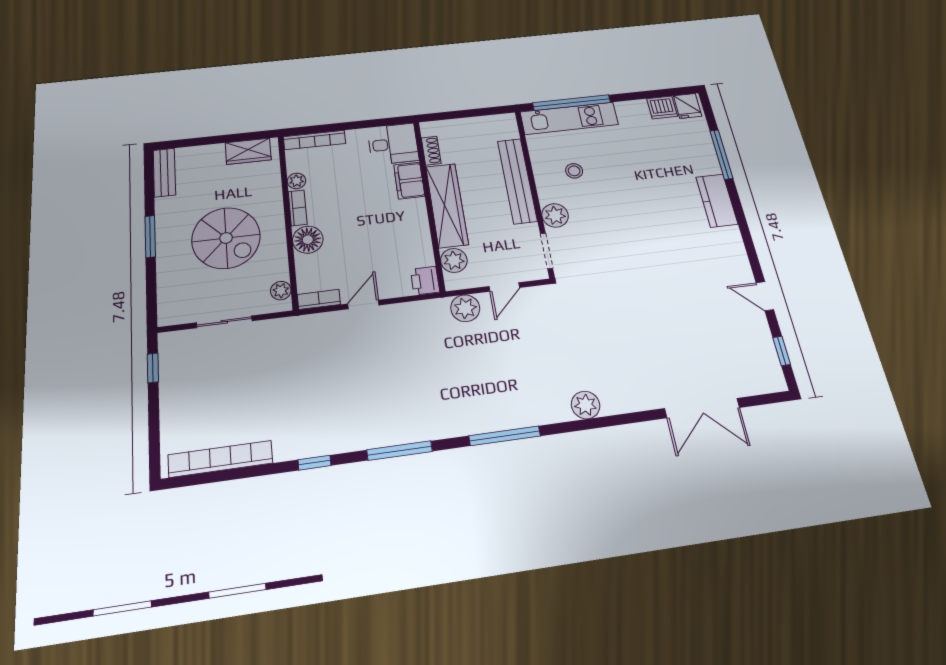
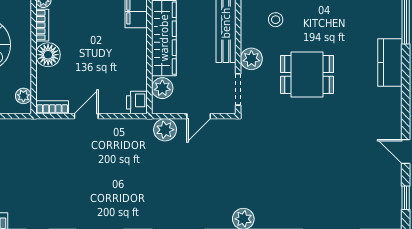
dining table: (624, 224) -> (307, 74), added

